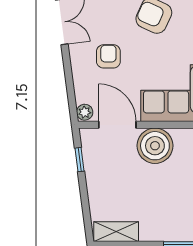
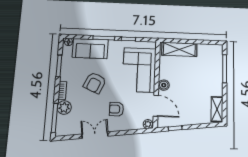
door: (117, 125) -> (156, 106), swing flipped
boiler: (155, 146) -> (164, 85), width x0.54, depth x0.54

